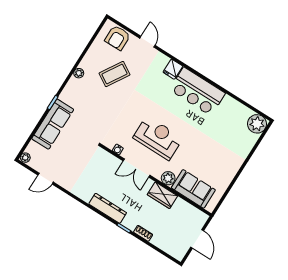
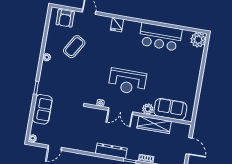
bar counter: (197, 91) -> (160, 37), moved
sofa: (53, 124) -> (42, 109), width x0.73
reception desk: (158, 138) -> (127, 82), turned 180
wardrobe: (162, 195) -> (154, 125), width x1.50

